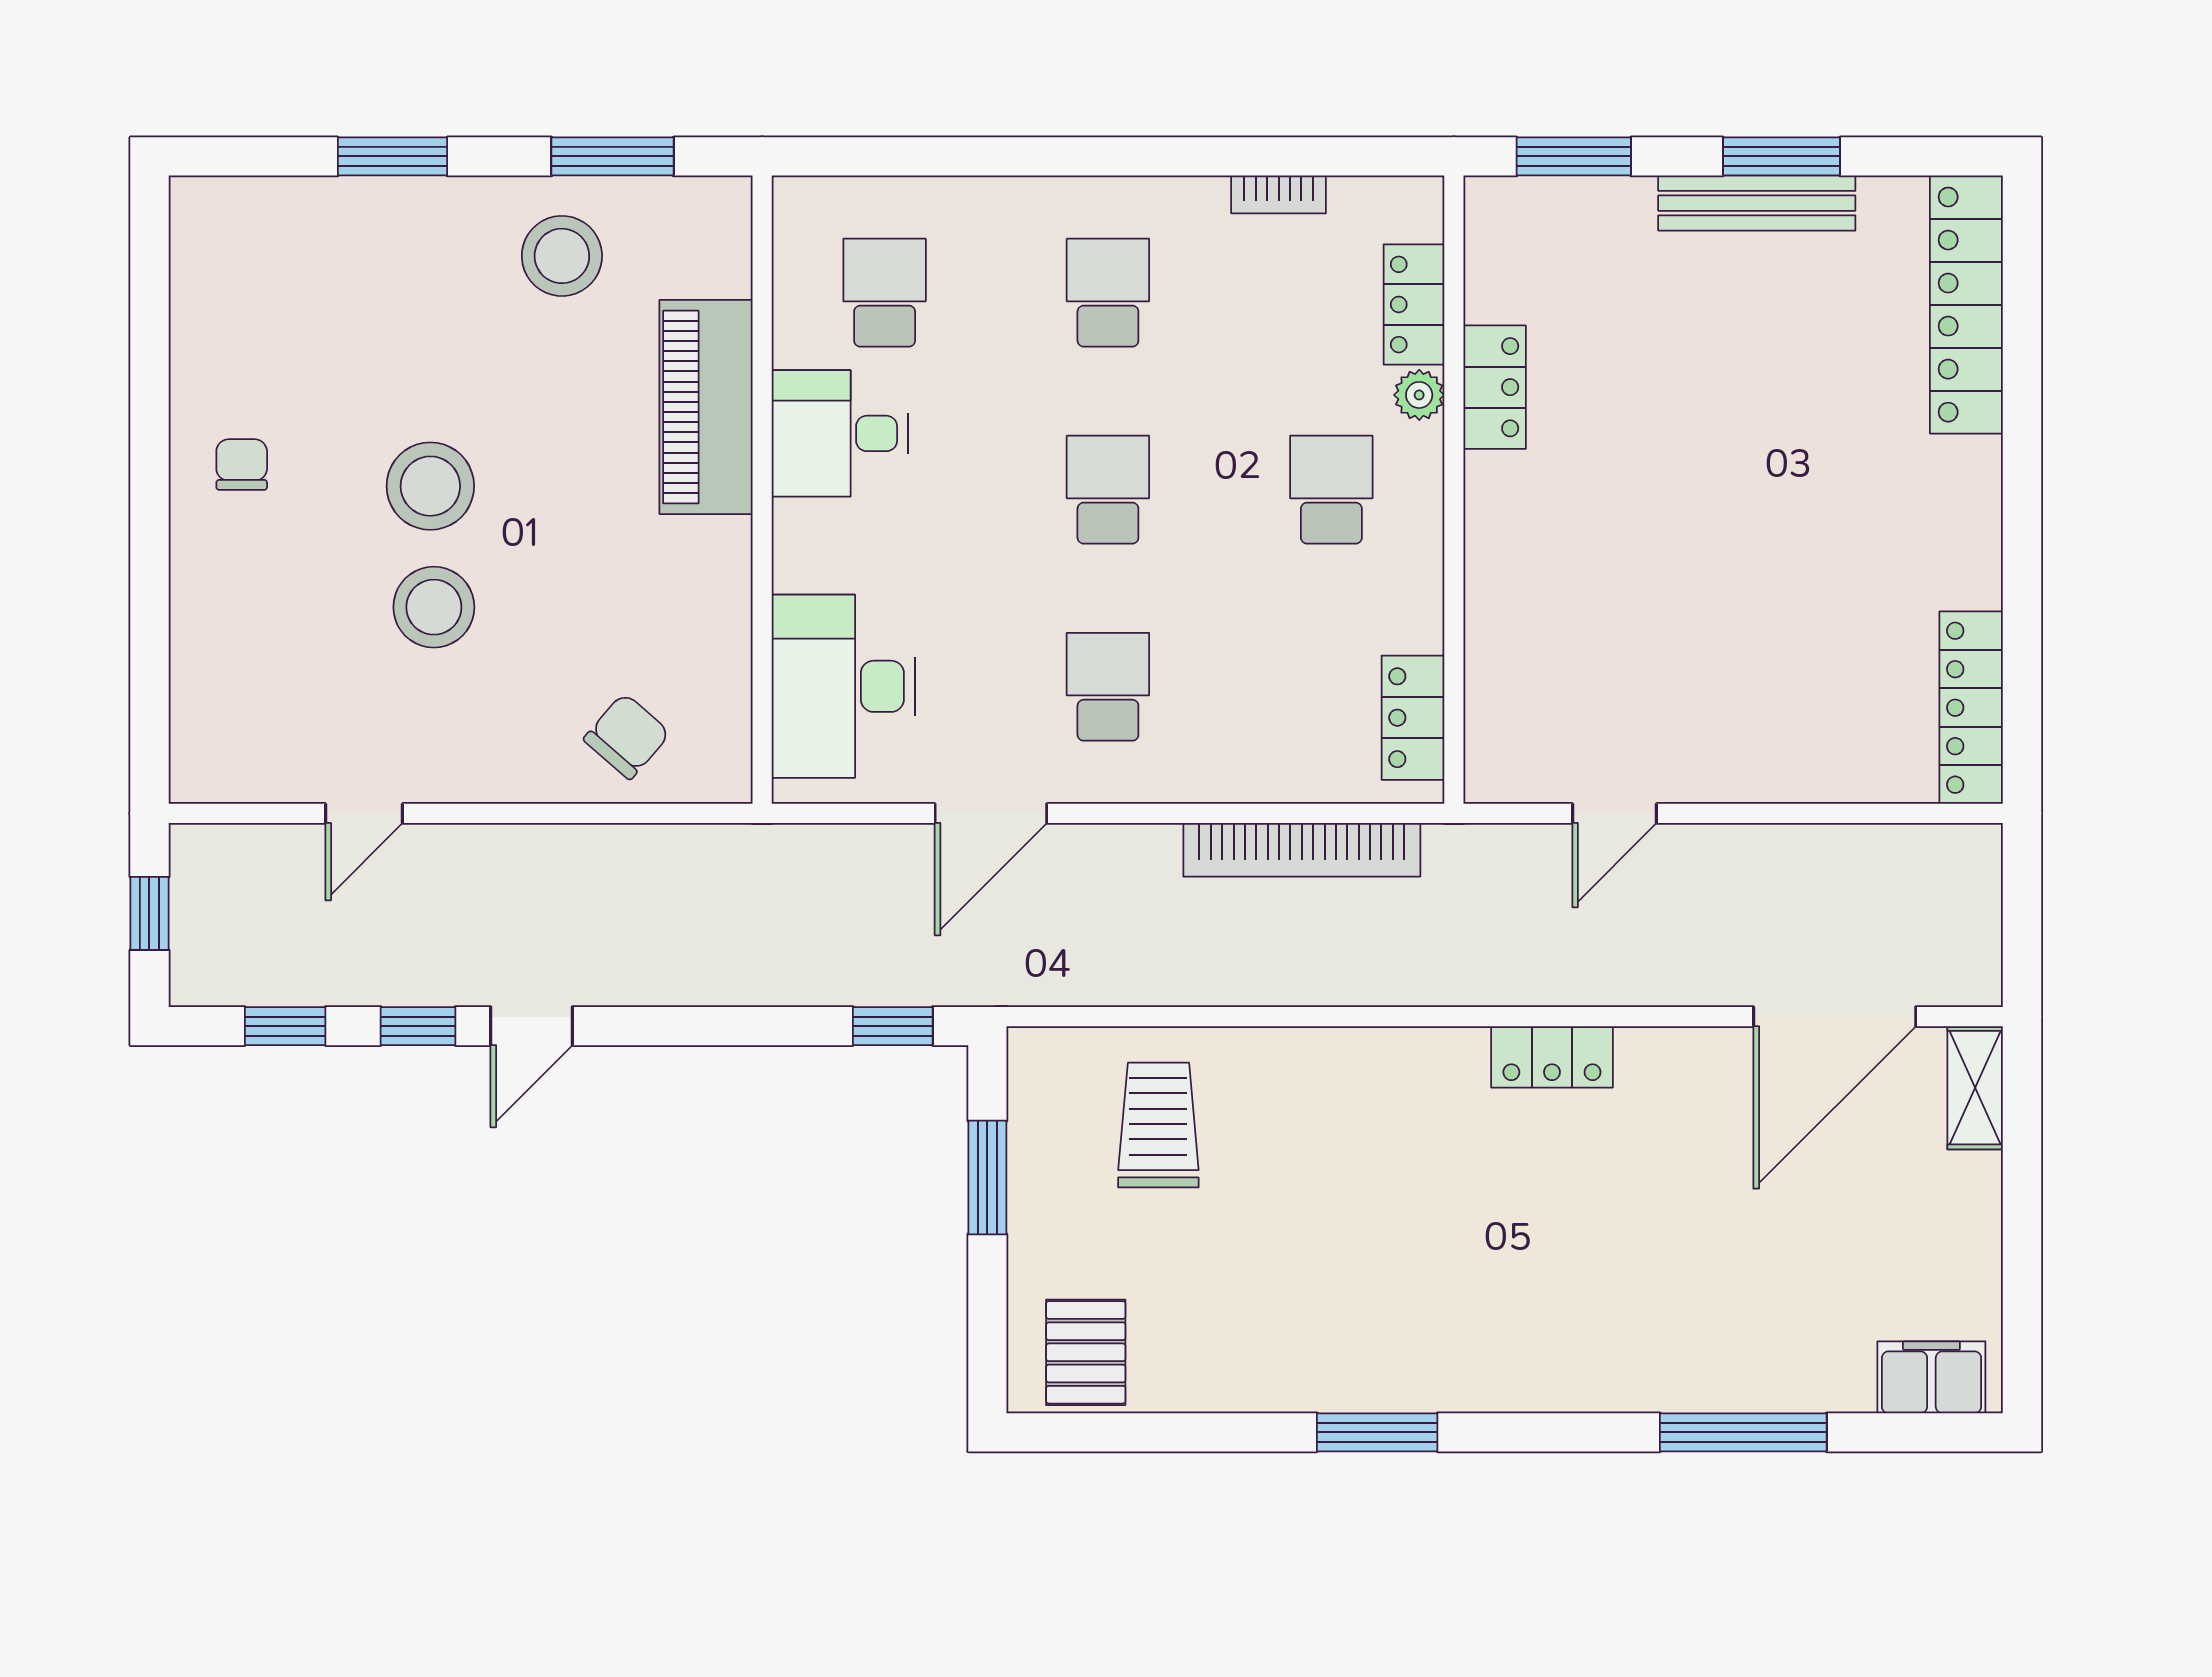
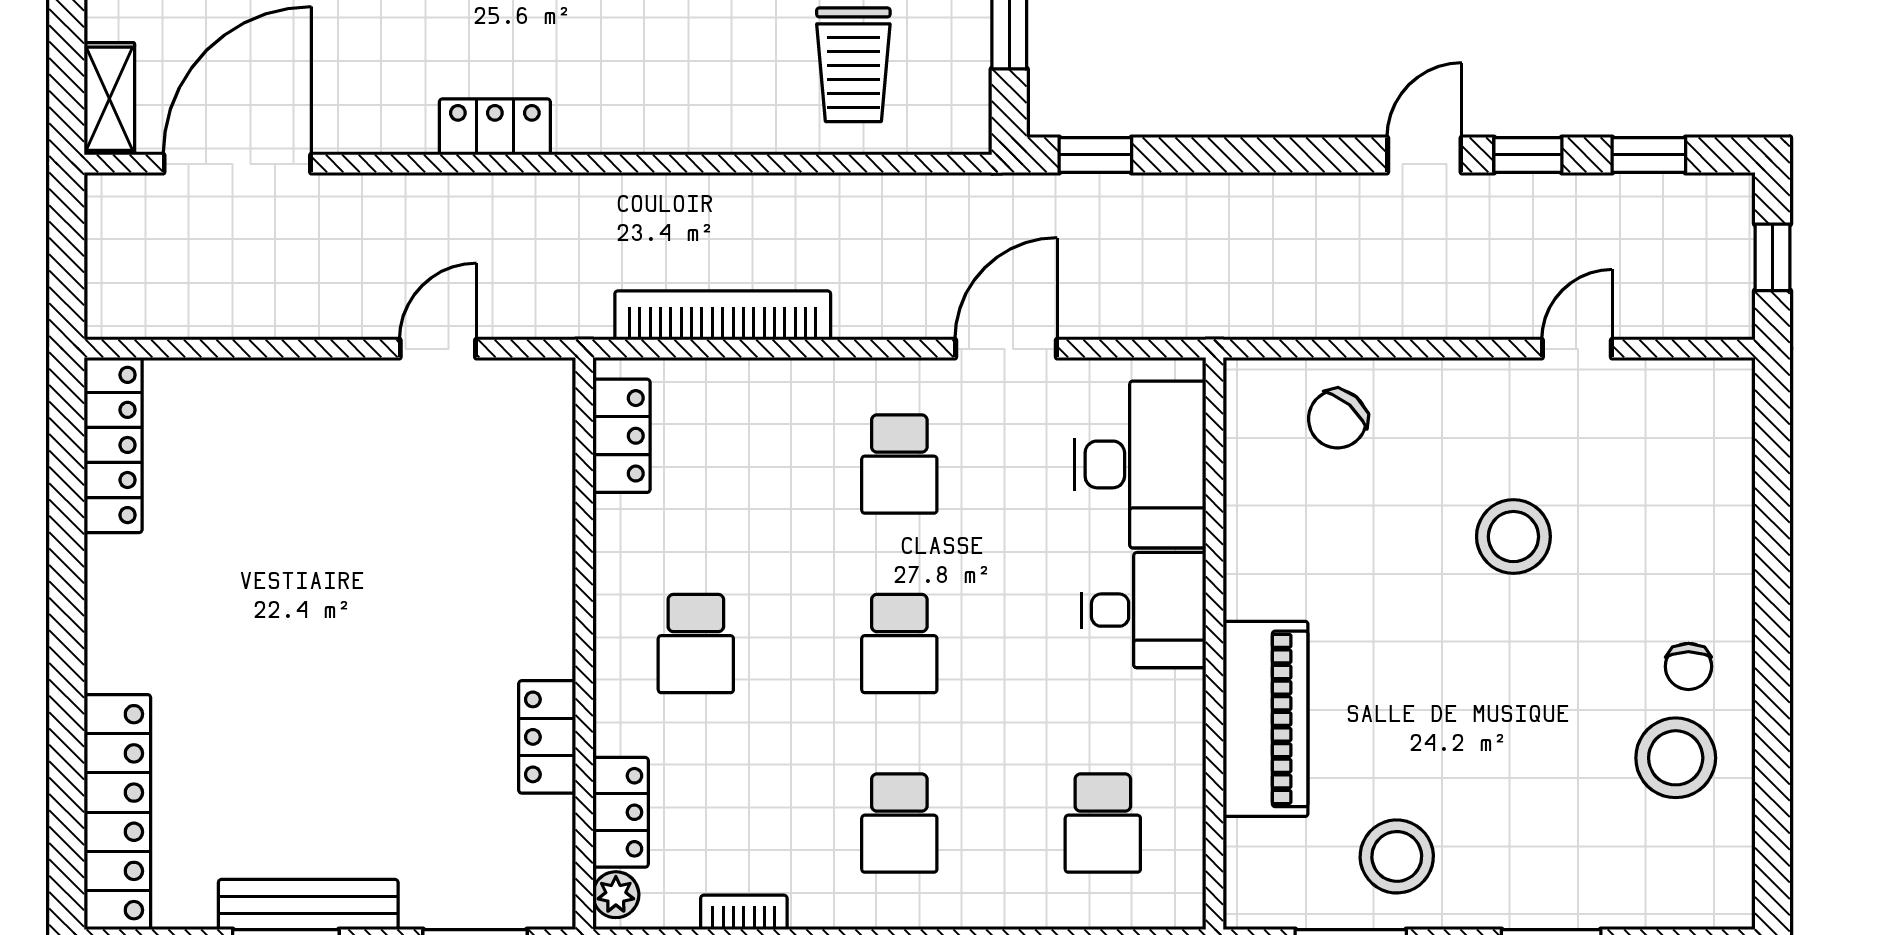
plant: (1419, 395) -> (616, 895), moved
desk: (840, 433) -> (1144, 610), moved
stool: (430, 486) -> (1676, 758), moved

